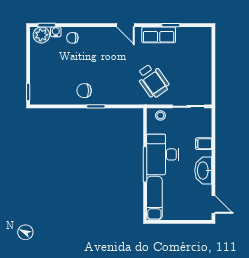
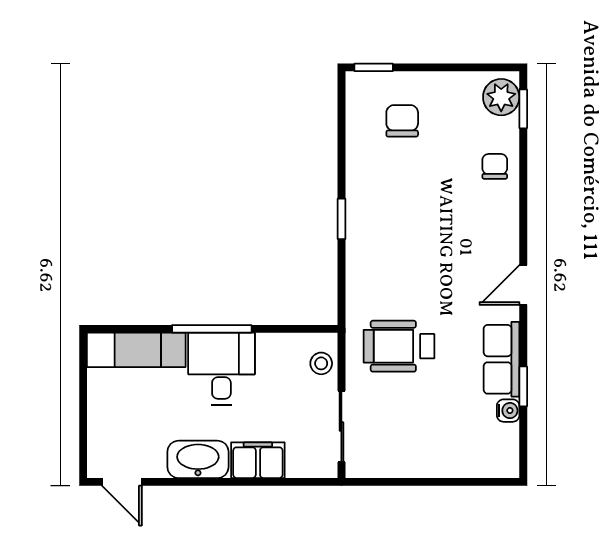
water cooler: (56, 32) -> (508, 411), moved
wheelchair: (153, 81) -> (399, 346), turned 35
chair: (84, 91) -> (402, 121), moved
filing cabinet: (204, 144) -> (258, 460), width x2.00
desk: (163, 154) -> (221, 369), width x0.73
door: (213, 205) -> (122, 482), hinge flipped

